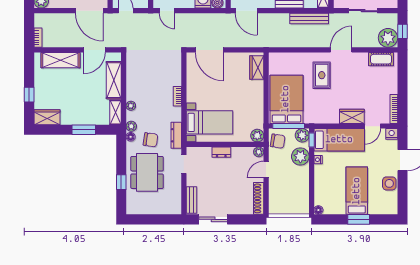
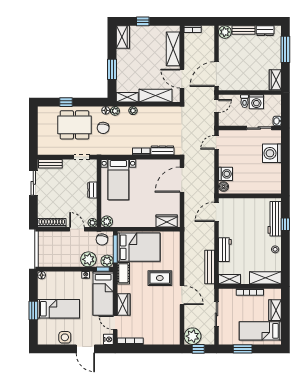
cot: (381, 59) -> (123, 273), moved
dresser: (176, 135) -> (162, 150), moved

